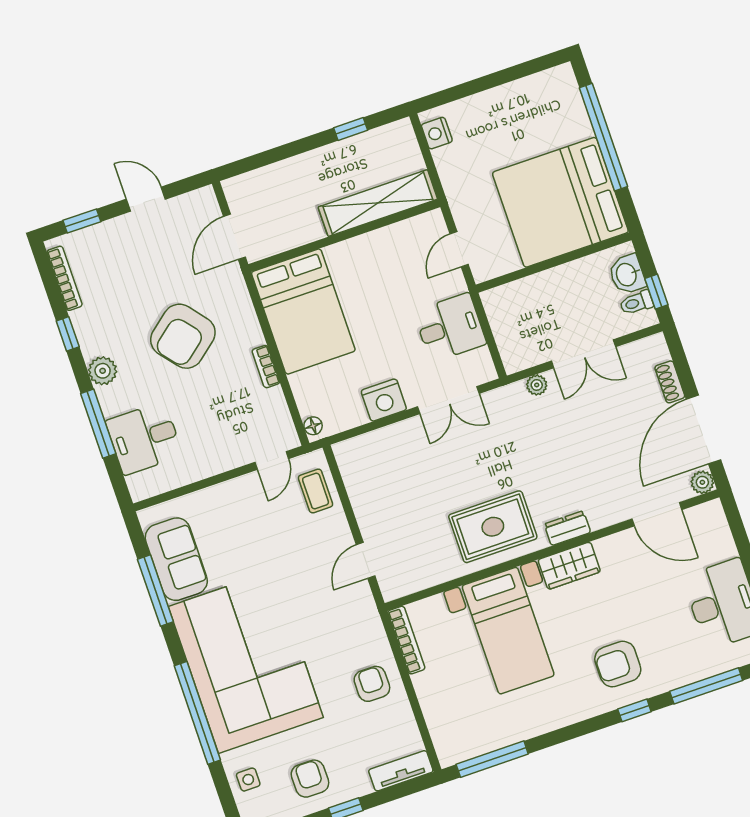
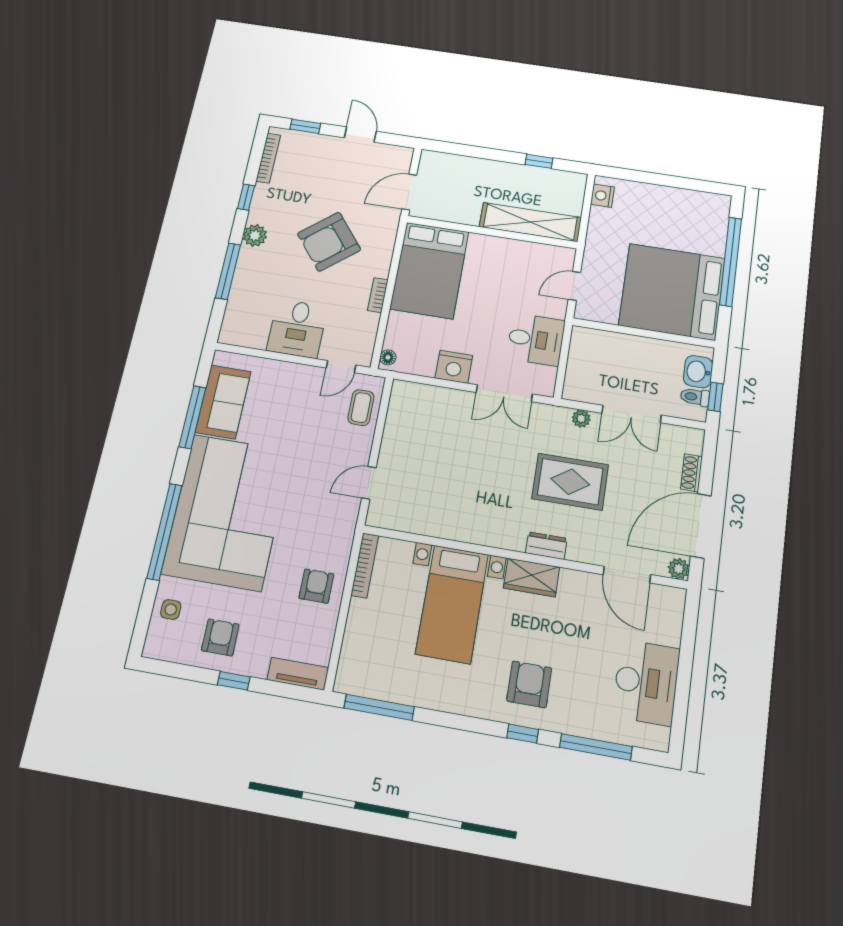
desk: (144, 438) -> (297, 329), moved, turned -90
rug: (493, 527) -> (570, 482), moved
armchair: (618, 664) -> (529, 684), turned 90

